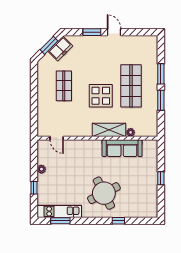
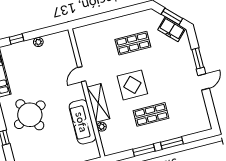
shop shelf: (131, 86) -> (151, 114), width x0.70, depth x0.74
door: (57, 138) -> (82, 74), moved

